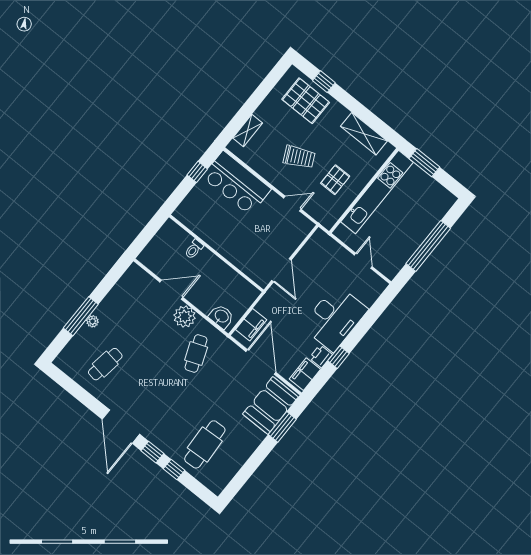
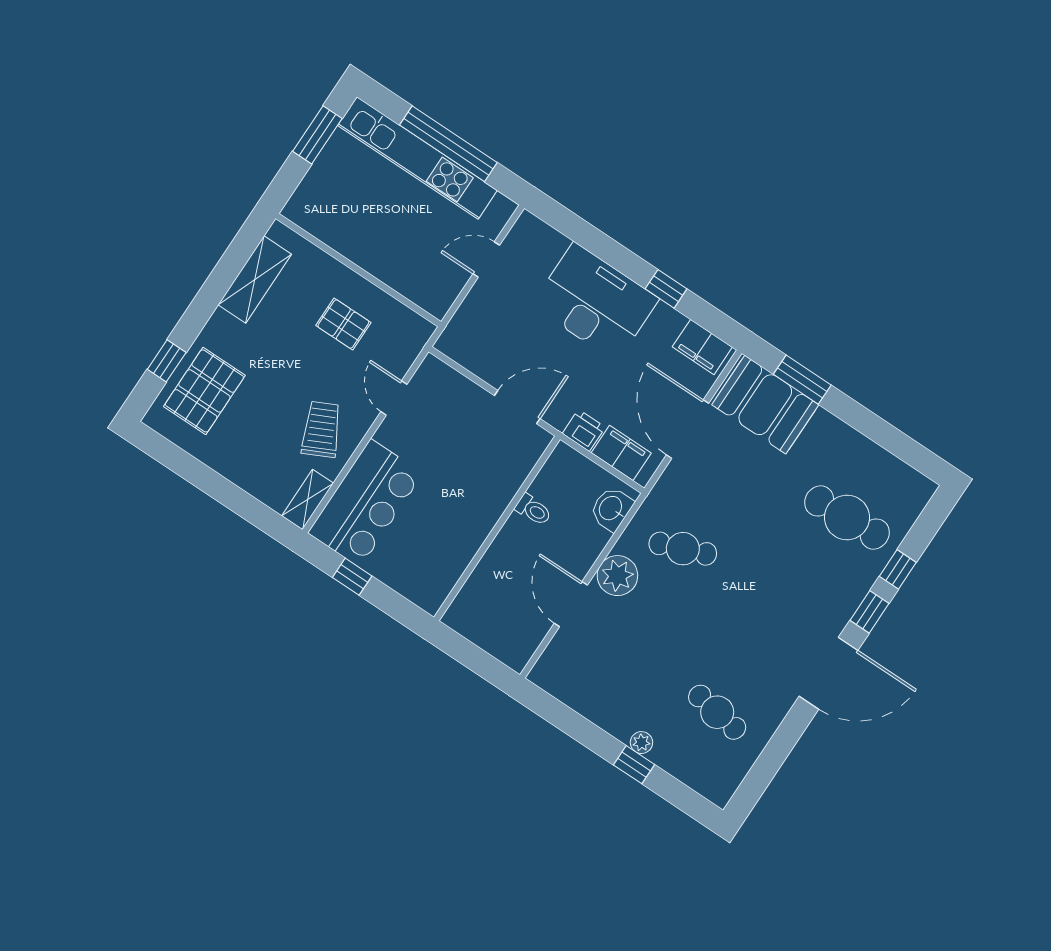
shelving: (248, 130) -> (308, 499), moved, turned 90
trolley: (299, 157) -> (321, 429), moved
window: (424, 163) -> (317, 135), moved
kitchen unit: (377, 192) -> (417, 158), moved, turned 180
toilet: (194, 249) -> (533, 510), moved
window: (81, 316) -> (634, 765), width x0.46
printer: (321, 356) -> (584, 430), moved, turned 180
door: (261, 362) -> (687, 429), hinge flipped

